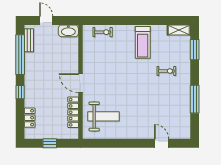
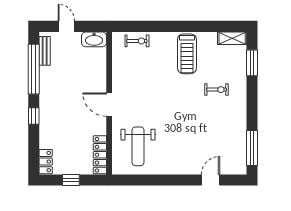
window: (195, 99) -> (252, 148), moved
locker: (73, 112) -> (100, 155), moved
weight bench: (104, 116) -> (138, 146), turned 90
locker: (30, 118) -> (46, 162), moved
door: (162, 143) -> (211, 180), hinge flipped

